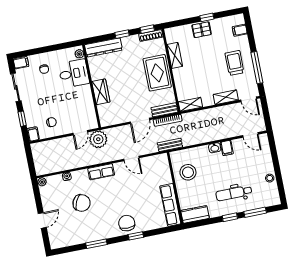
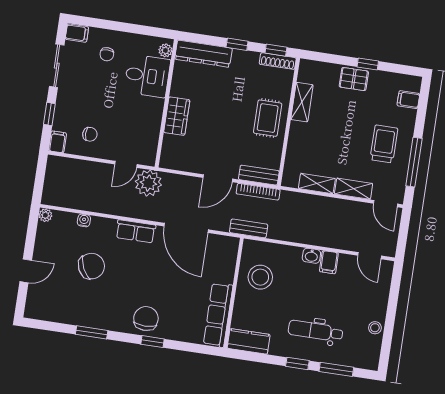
rug: (157, 73) -> (268, 118), width x0.73, depth x0.70
shelving: (190, 104) -> (317, 183), moved
door: (131, 158) -> (186, 228), width x1.87
chair: (82, 203) -> (91, 266), turned -51

